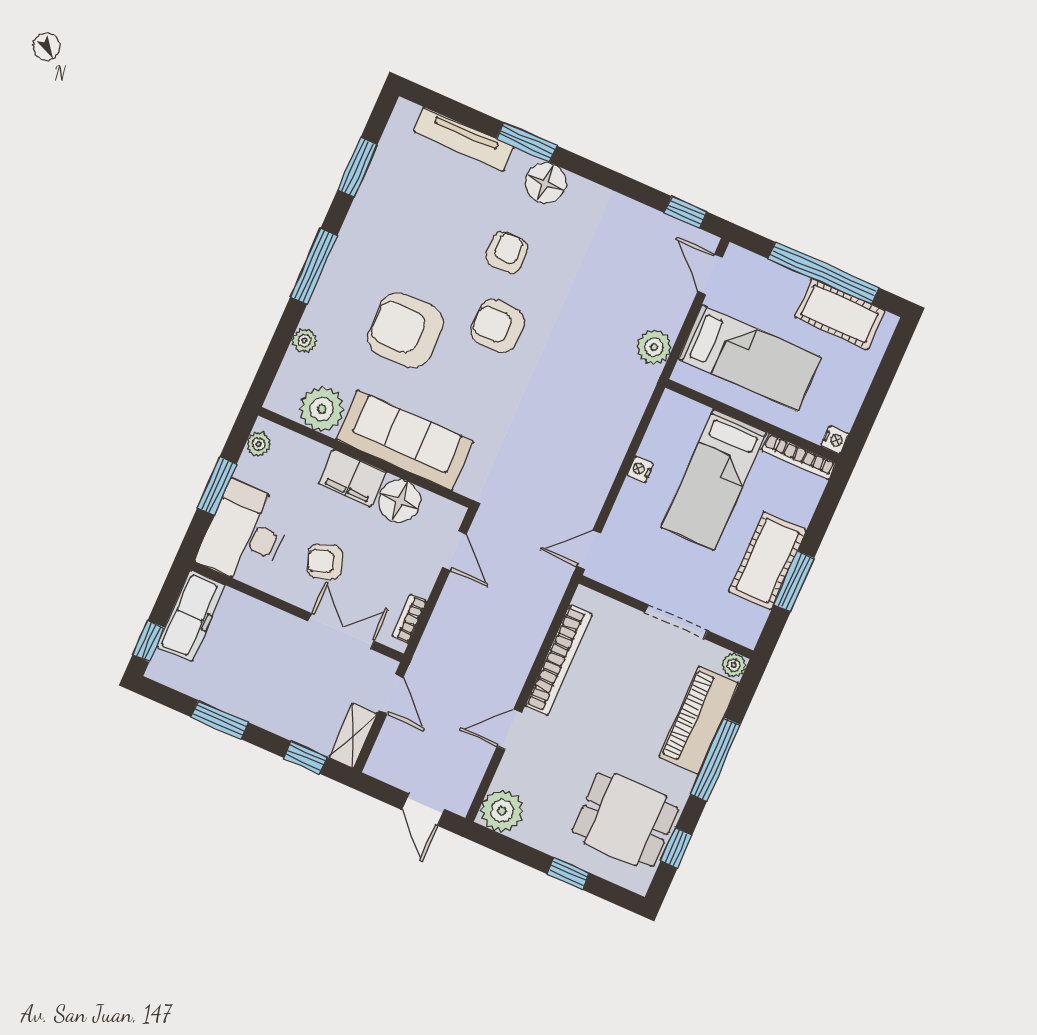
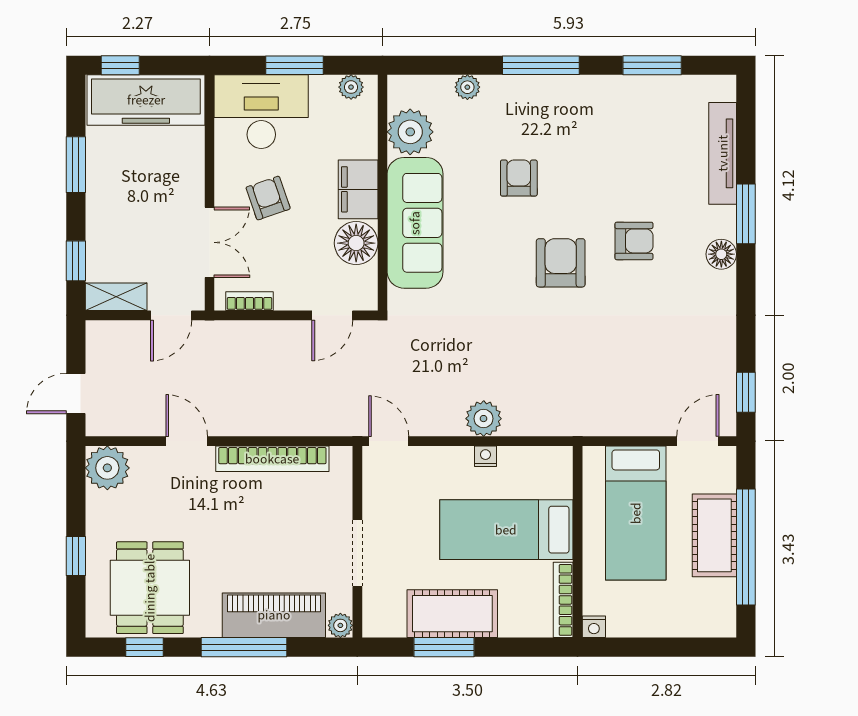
floor lamp: (546, 183) -> (721, 254), width x0.73, depth x0.73
cot: (840, 314) -> (714, 535), moved
armchair: (405, 330) -> (519, 178), width x0.53, depth x0.53
plant: (654, 347) -> (484, 419), moved
freezer: (191, 616) -> (146, 100), width x1.36, depth x1.26

